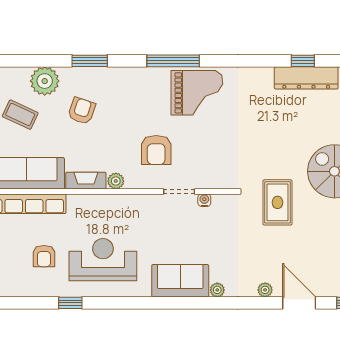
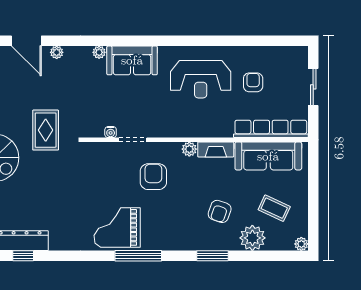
window: (70, 303) -> (230, 41), removed

